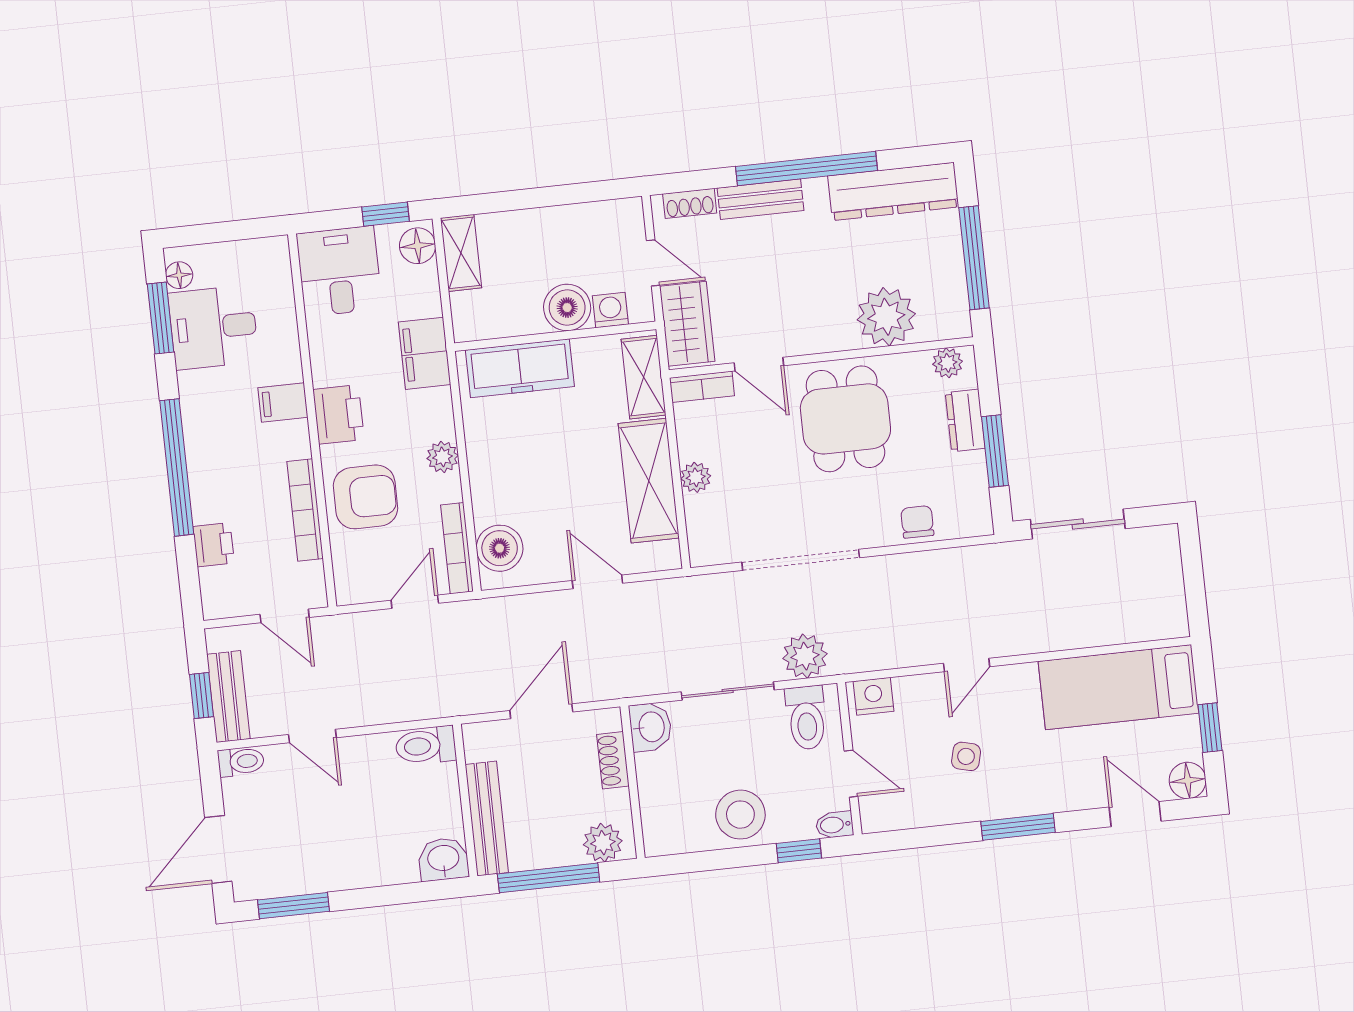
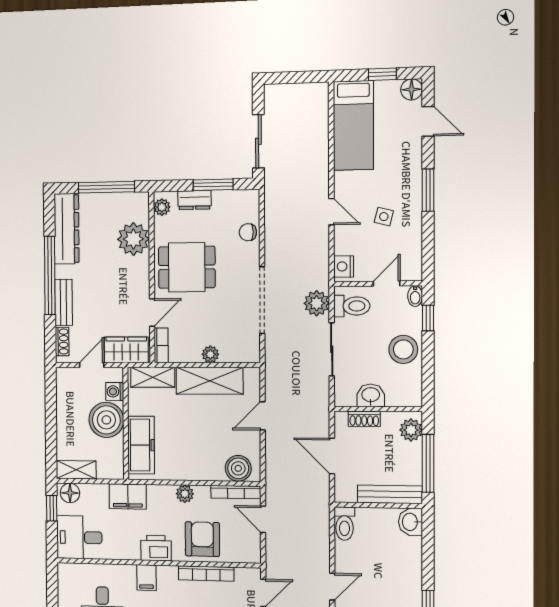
boiler: (567, 308) -> (106, 420), width x1.37, depth x1.37
washbasin: (650, 727) -> (371, 395), moved
door: (1135, 814) -> (428, 121), swing flipped

